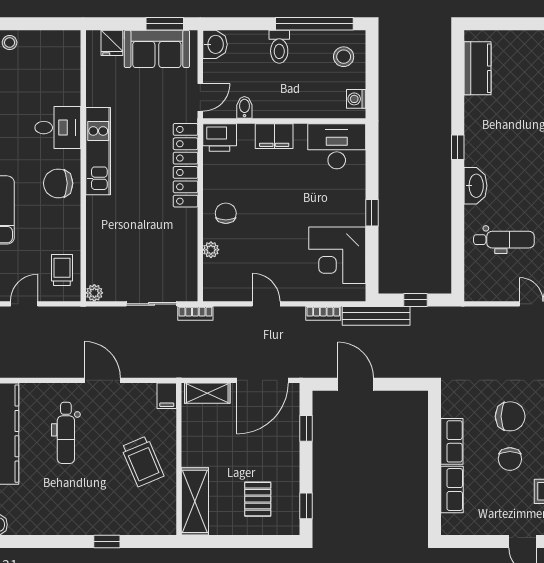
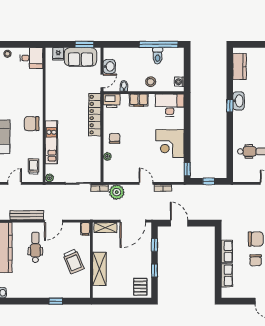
washbasin: (215, 44) -> (109, 66), moved
toilet: (279, 47) -> (158, 56), moved
stool: (344, 57) -> (151, 82), moved
desk: (58, 128) -> (31, 58), moved
kitchen unit: (98, 151) -> (51, 142), moved
washbasin: (476, 186) -> (238, 101), moved
window: (372, 213) -> (187, 169), moved
corner desk: (337, 255) -> (170, 144), moved
door: (266, 304) -> (146, 183), moved
bench: (376, 316) -> (27, 215), moved
plant: (230, 322) -> (117, 192), added
door: (102, 380) -> (53, 221), swing flipped
dental chair: (66, 433) -> (35, 247), turned 180
pallet: (258, 499) -> (140, 287), moved
shelving: (195, 501) -> (99, 269), moved
window: (306, 506) -> (154, 271), moved

